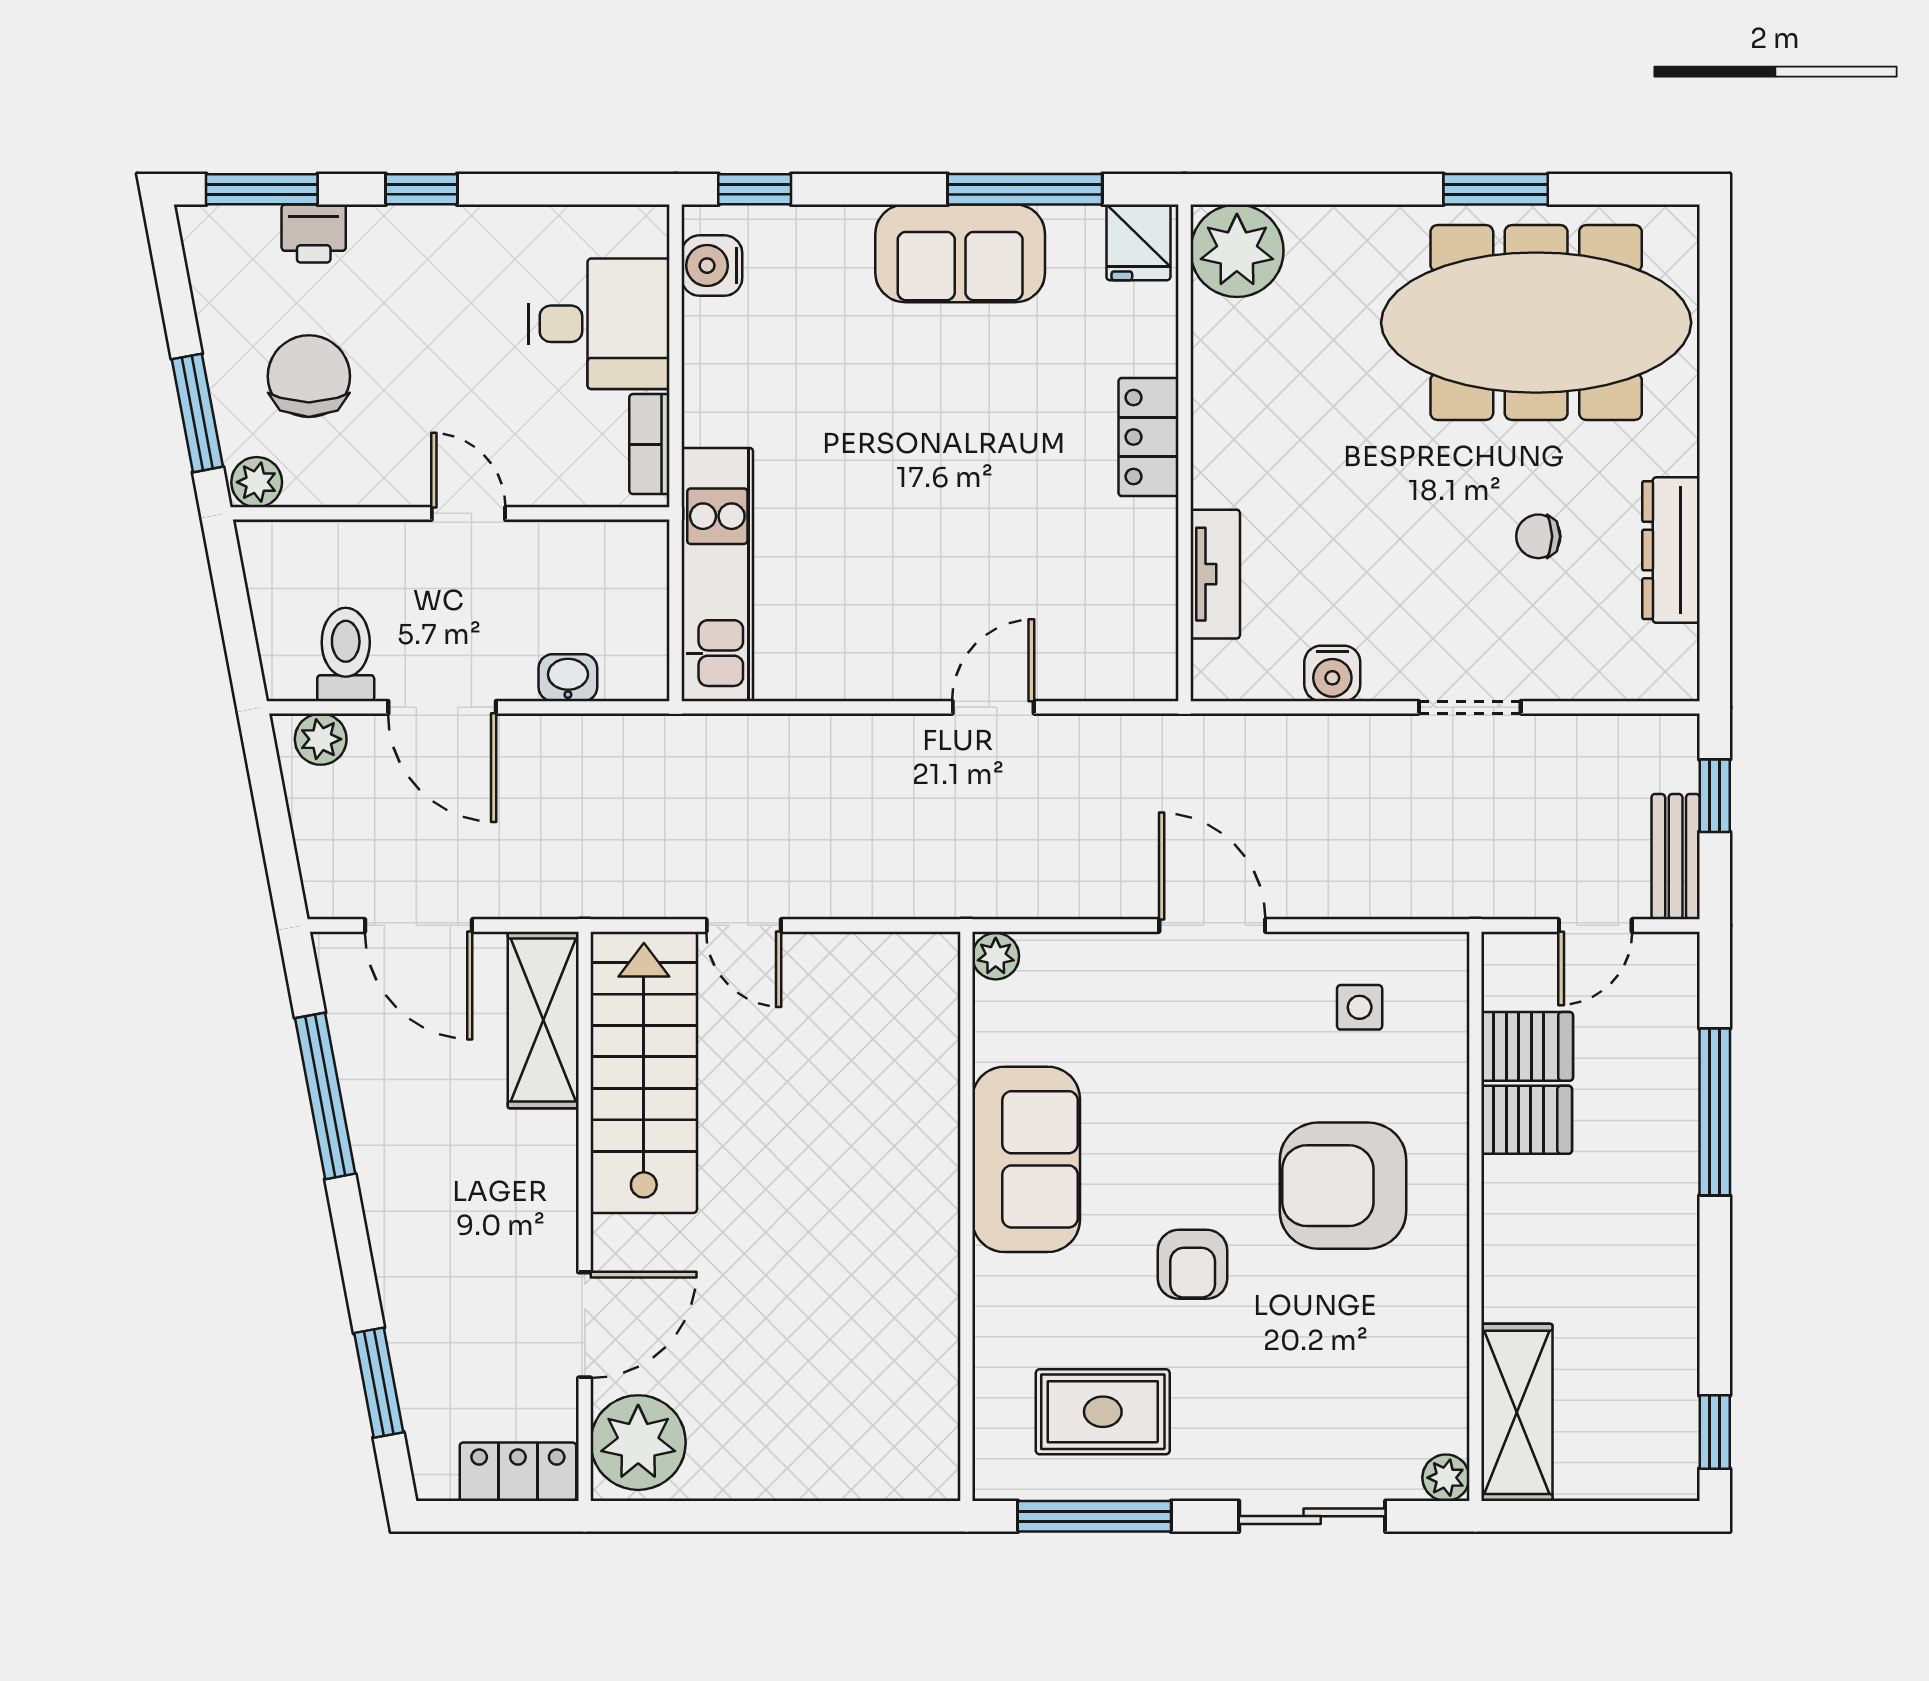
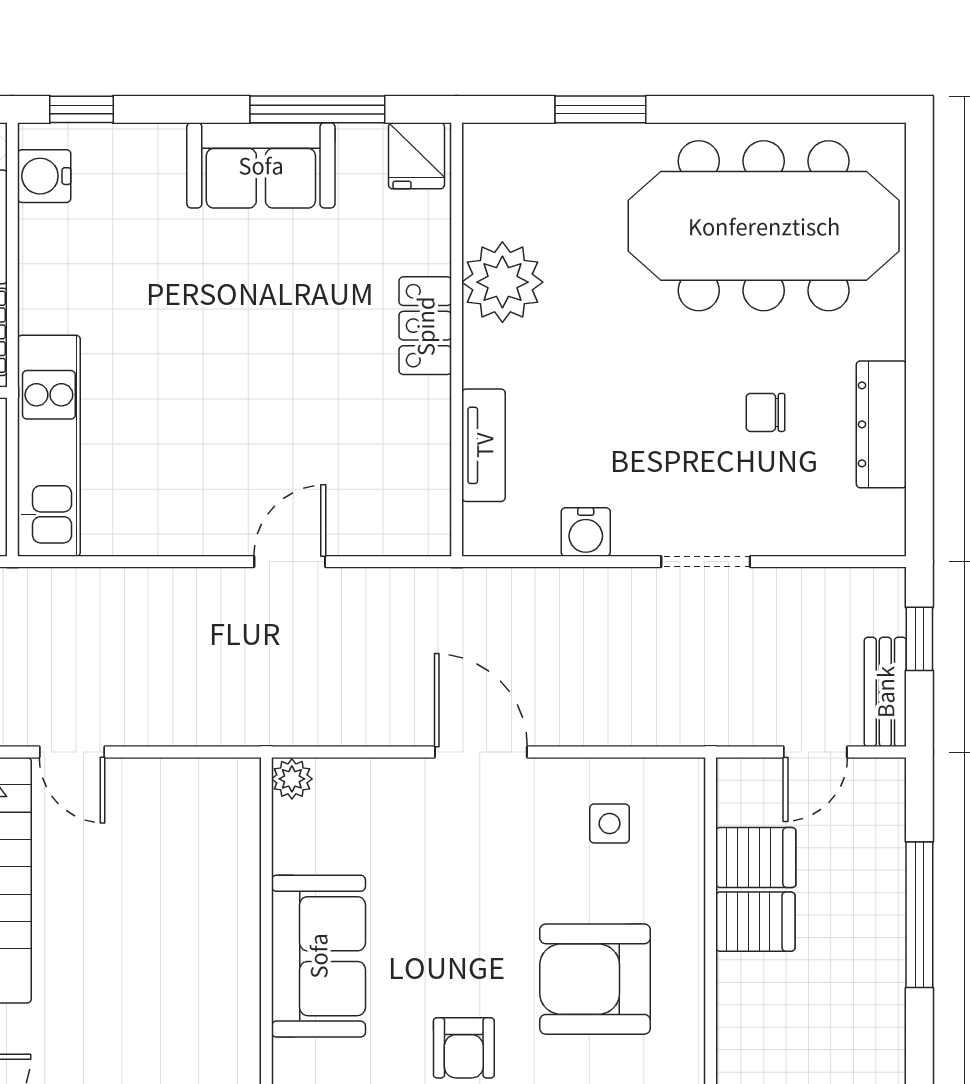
window: (1496, 189) -> (600, 109), moved
plant: (1237, 251) -> (502, 282), moved

